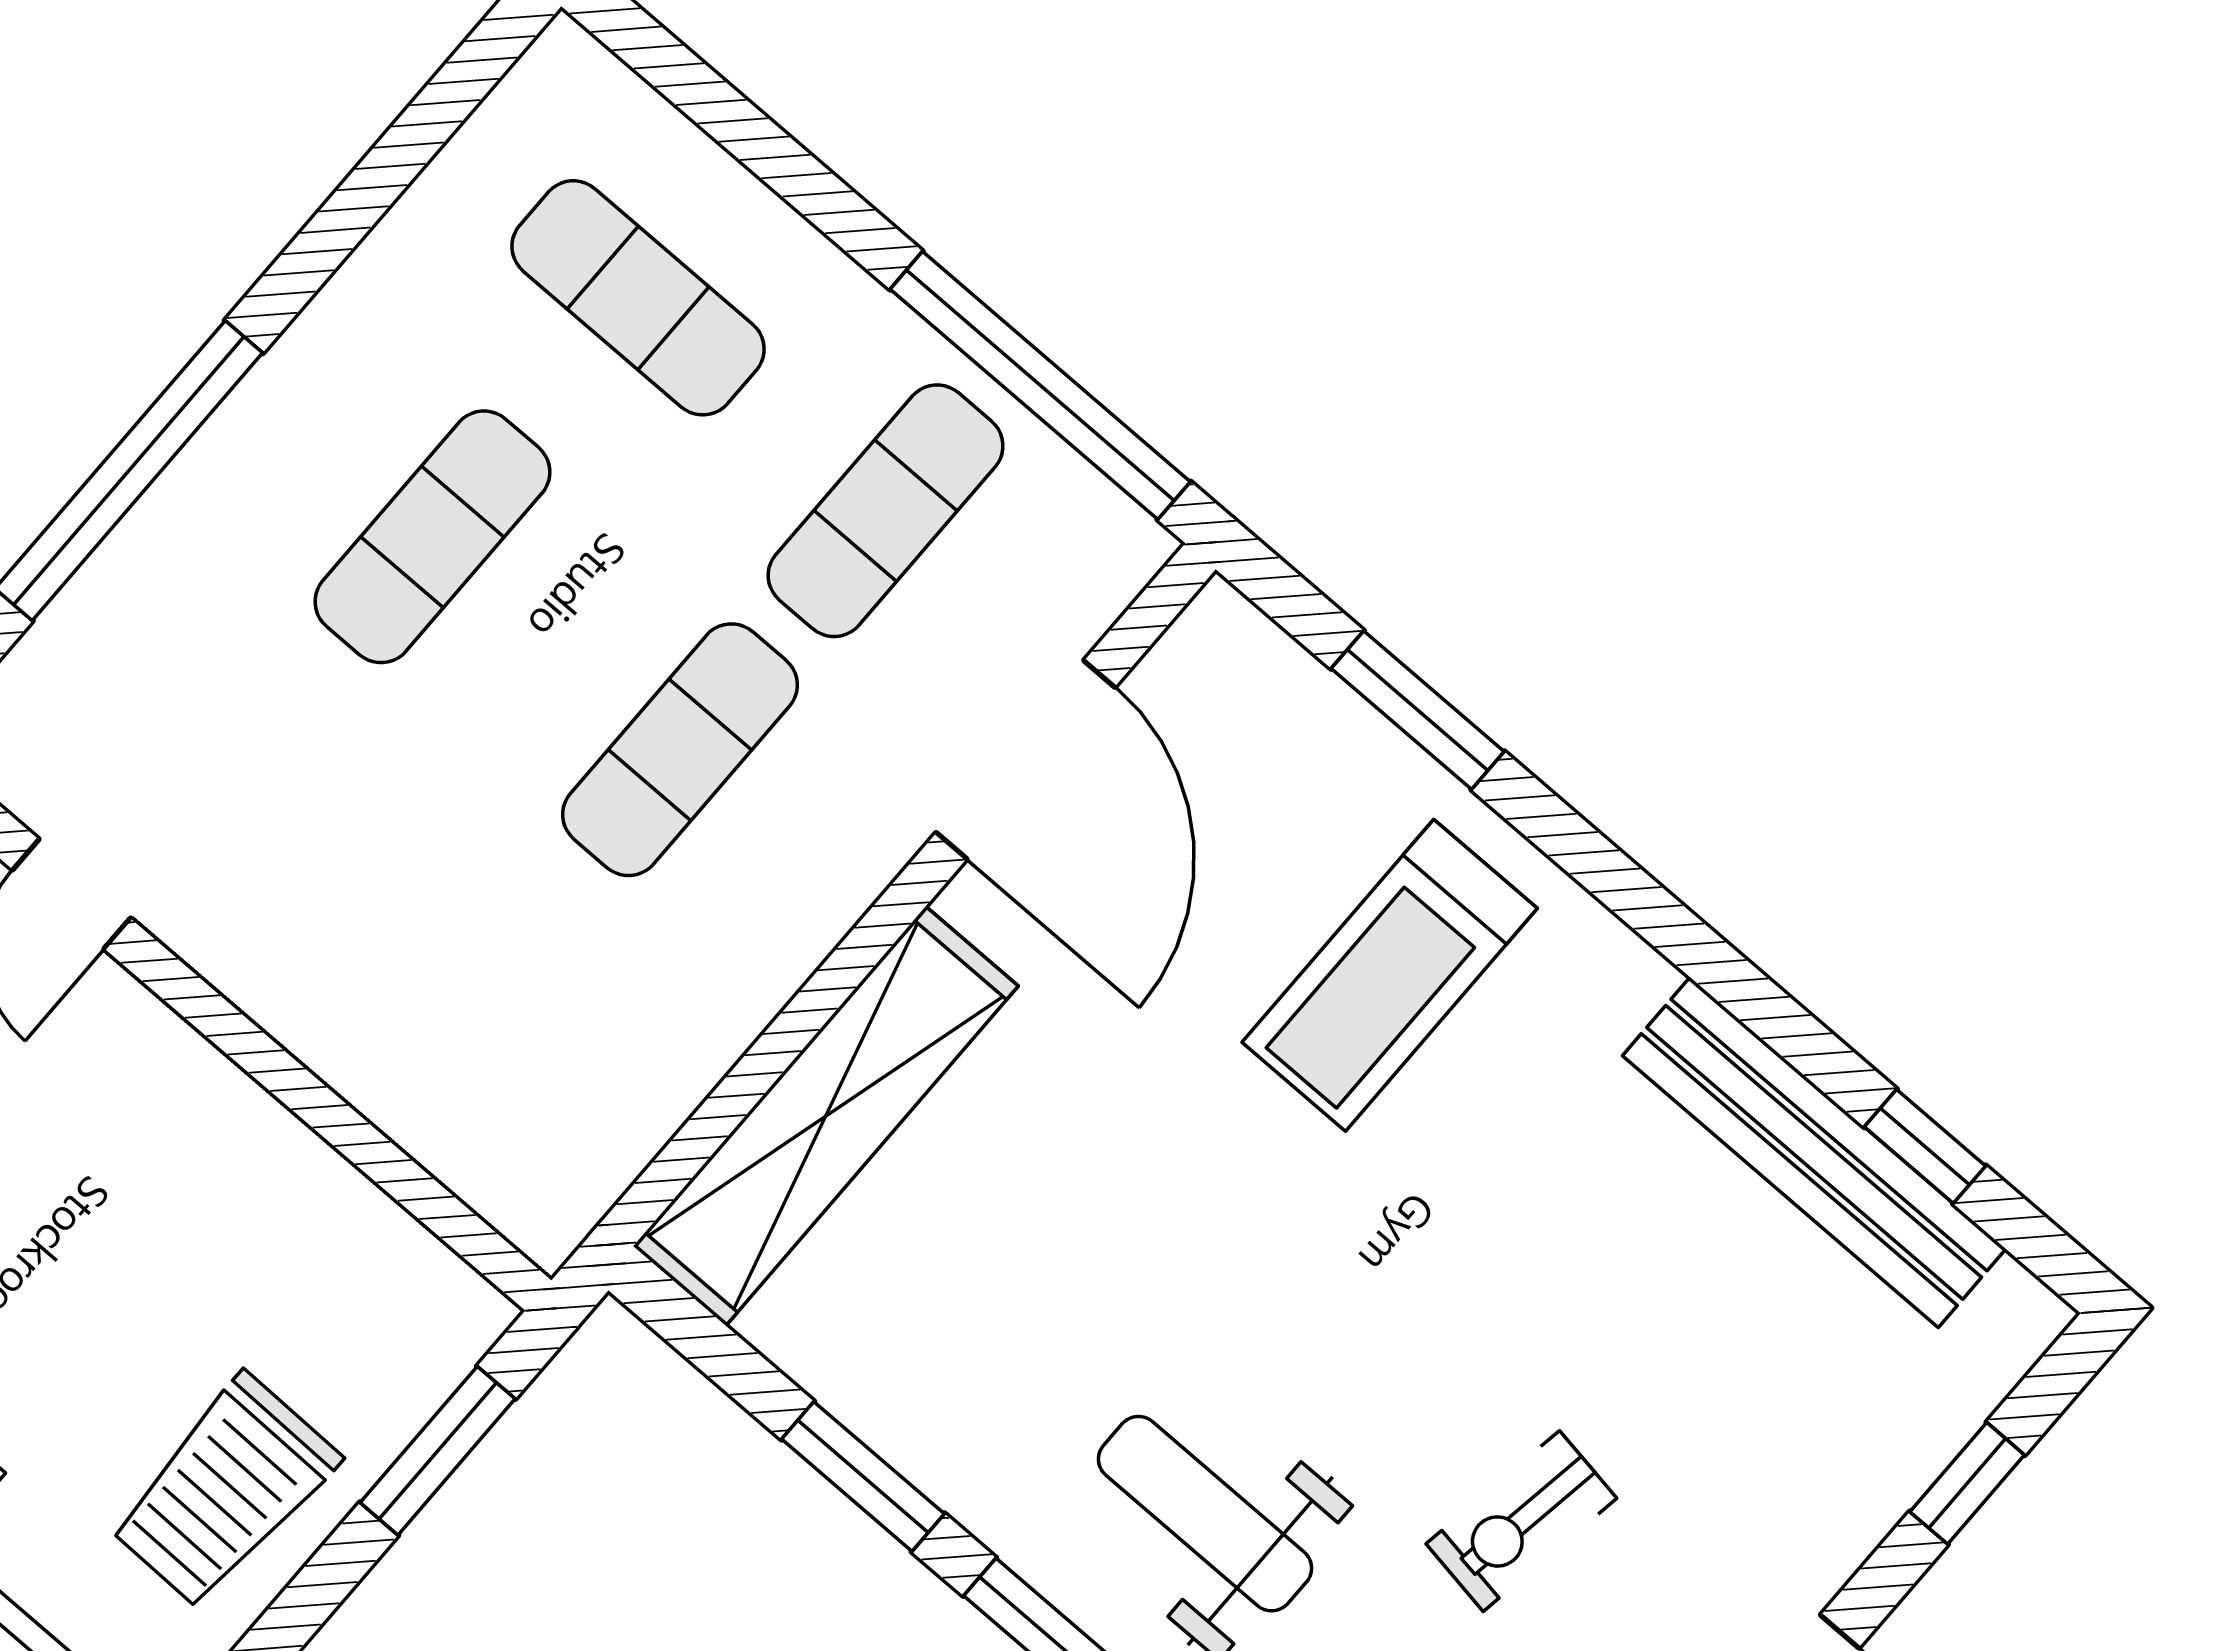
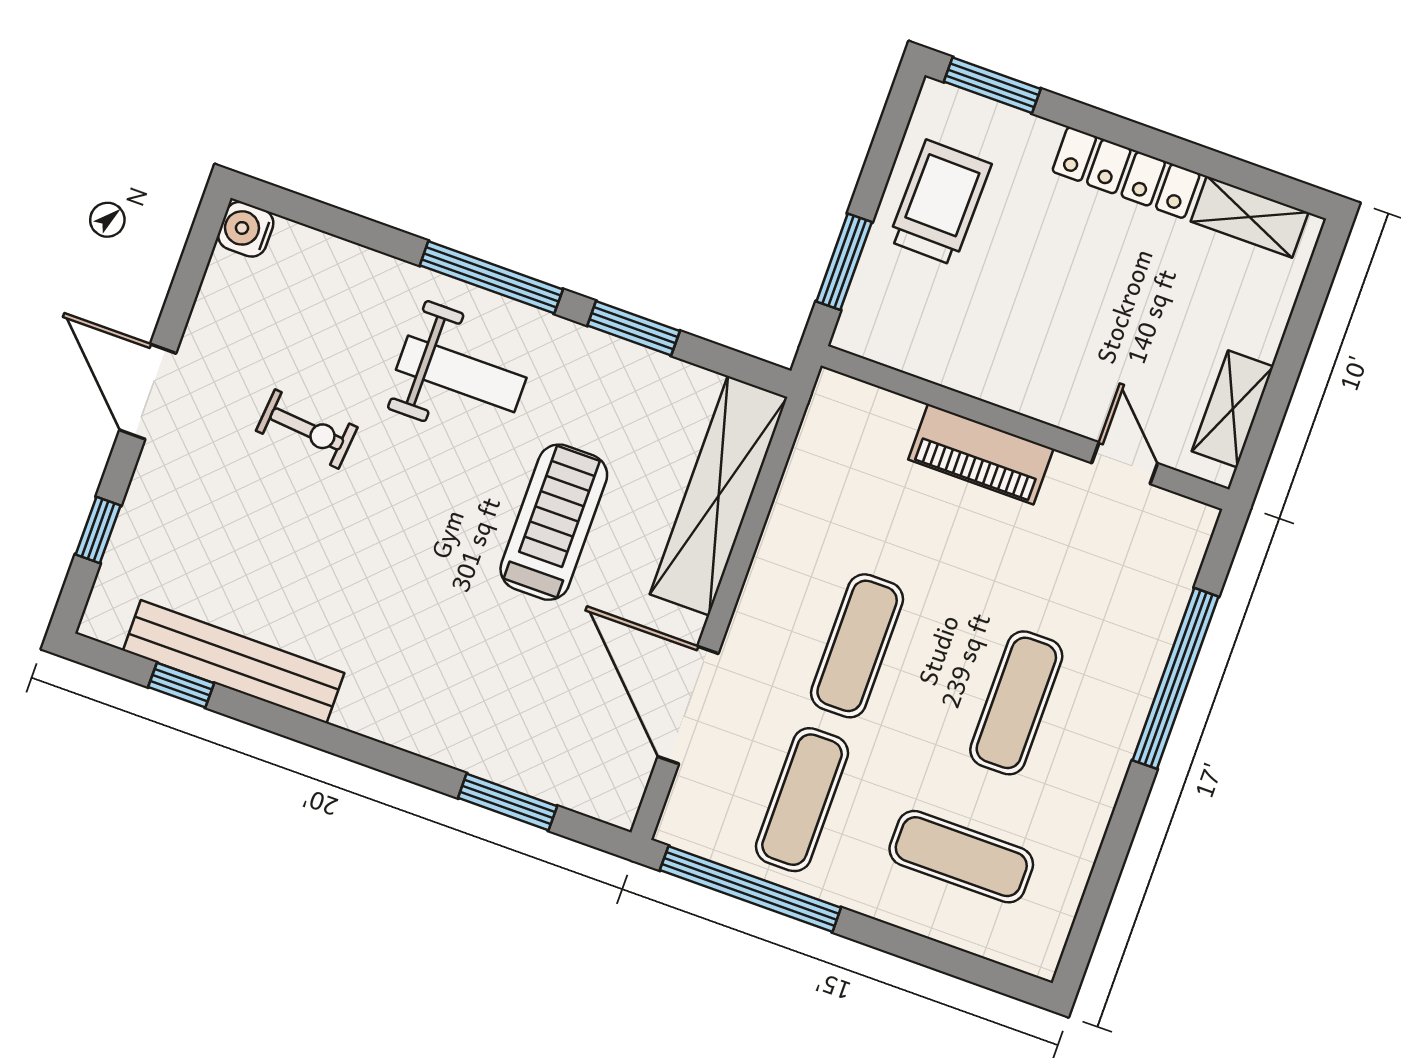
treadmill: (1390, 975) -> (554, 522), moved
piano: (324, 1009) -> (981, 454), added
exercise bike: (1521, 1521) -> (307, 429), turned 86

